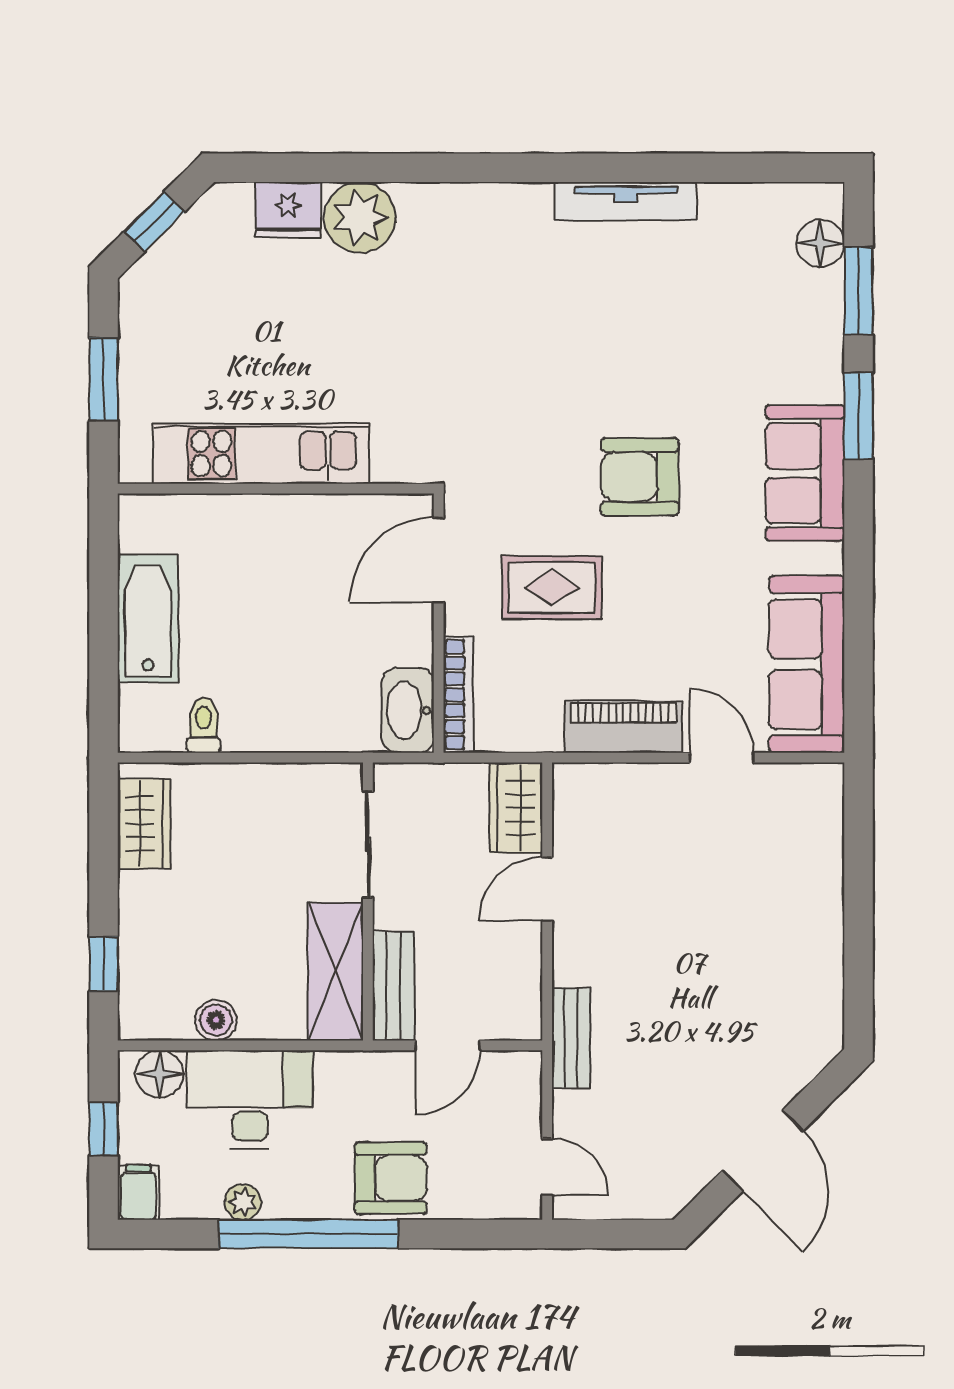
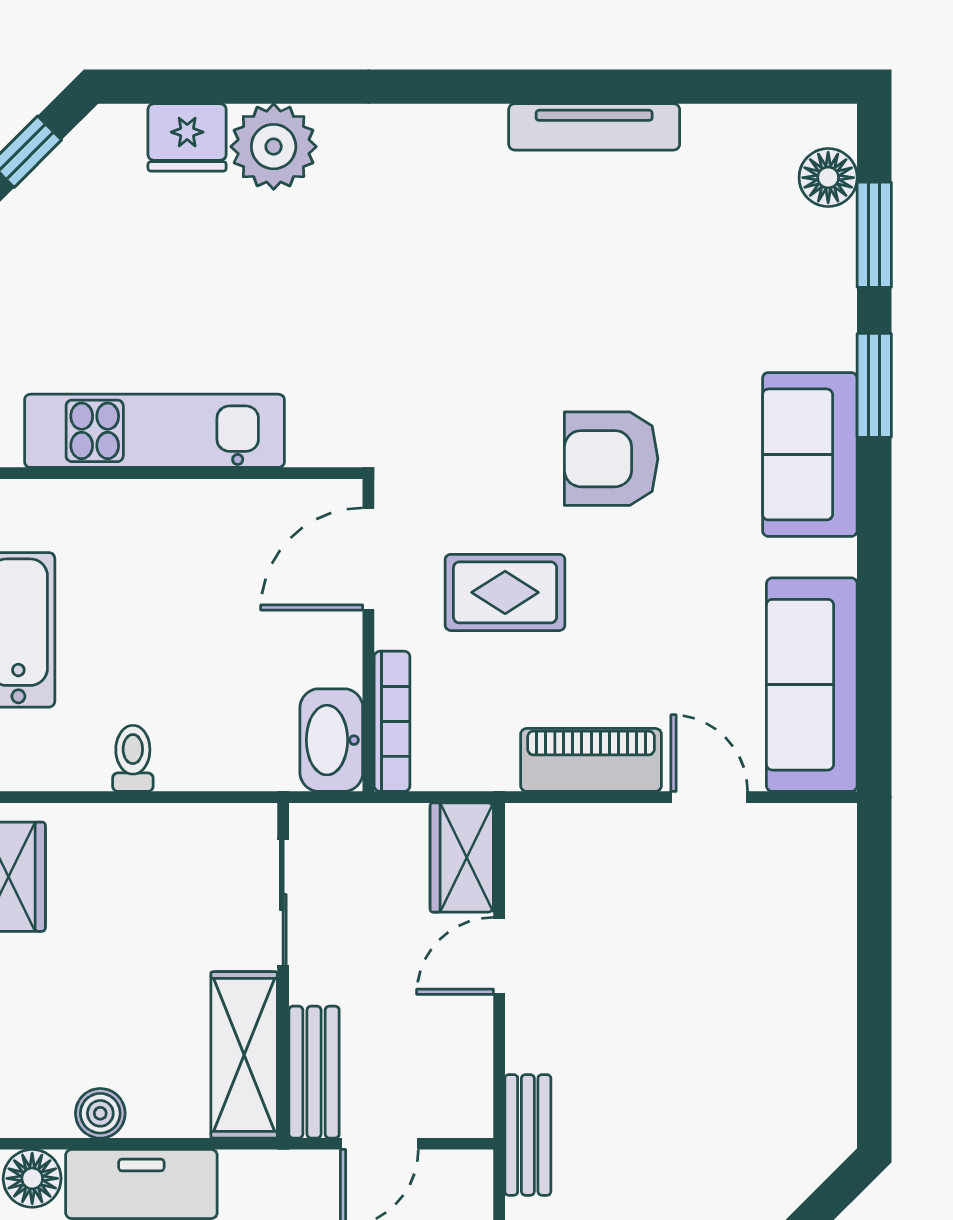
toilet: (203, 725) -> (133, 758), moved

